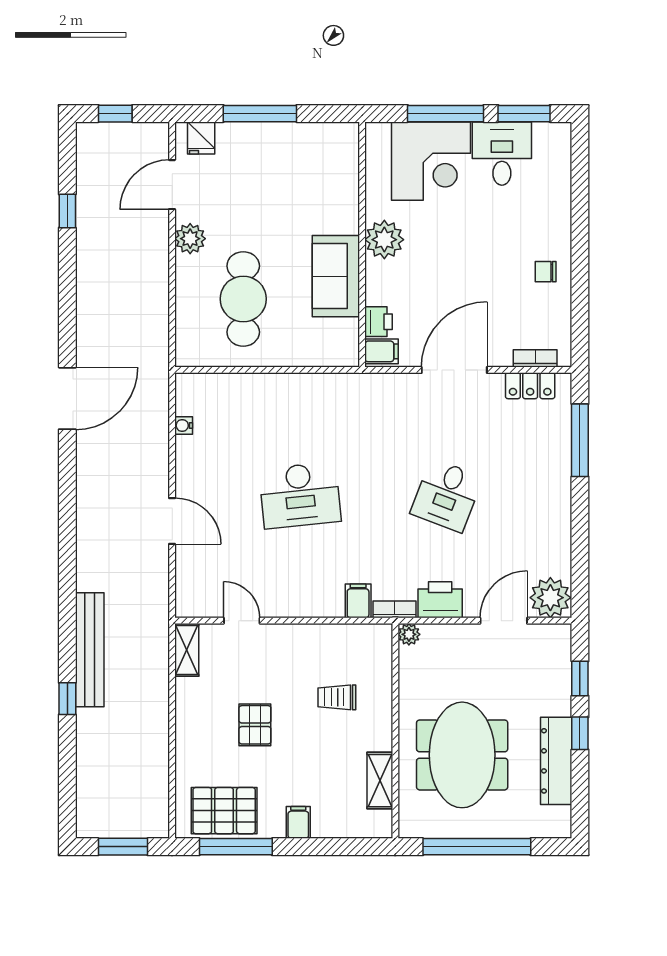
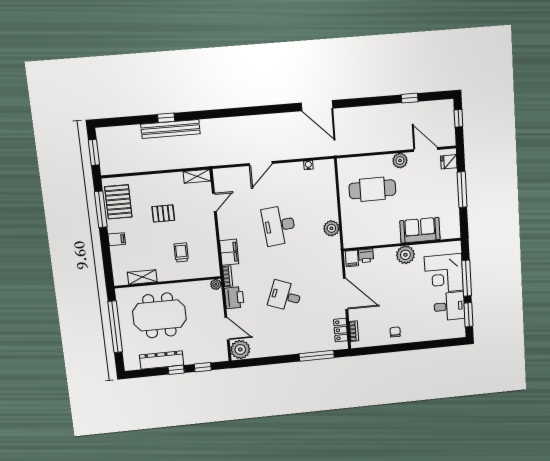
sofa: (336, 276) -> (420, 230), moved
plant: (315, 389) -> (331, 228), added
filing cabinet: (358, 601) -> (229, 252), width x2.00
bench: (90, 650) -> (170, 129), moved

